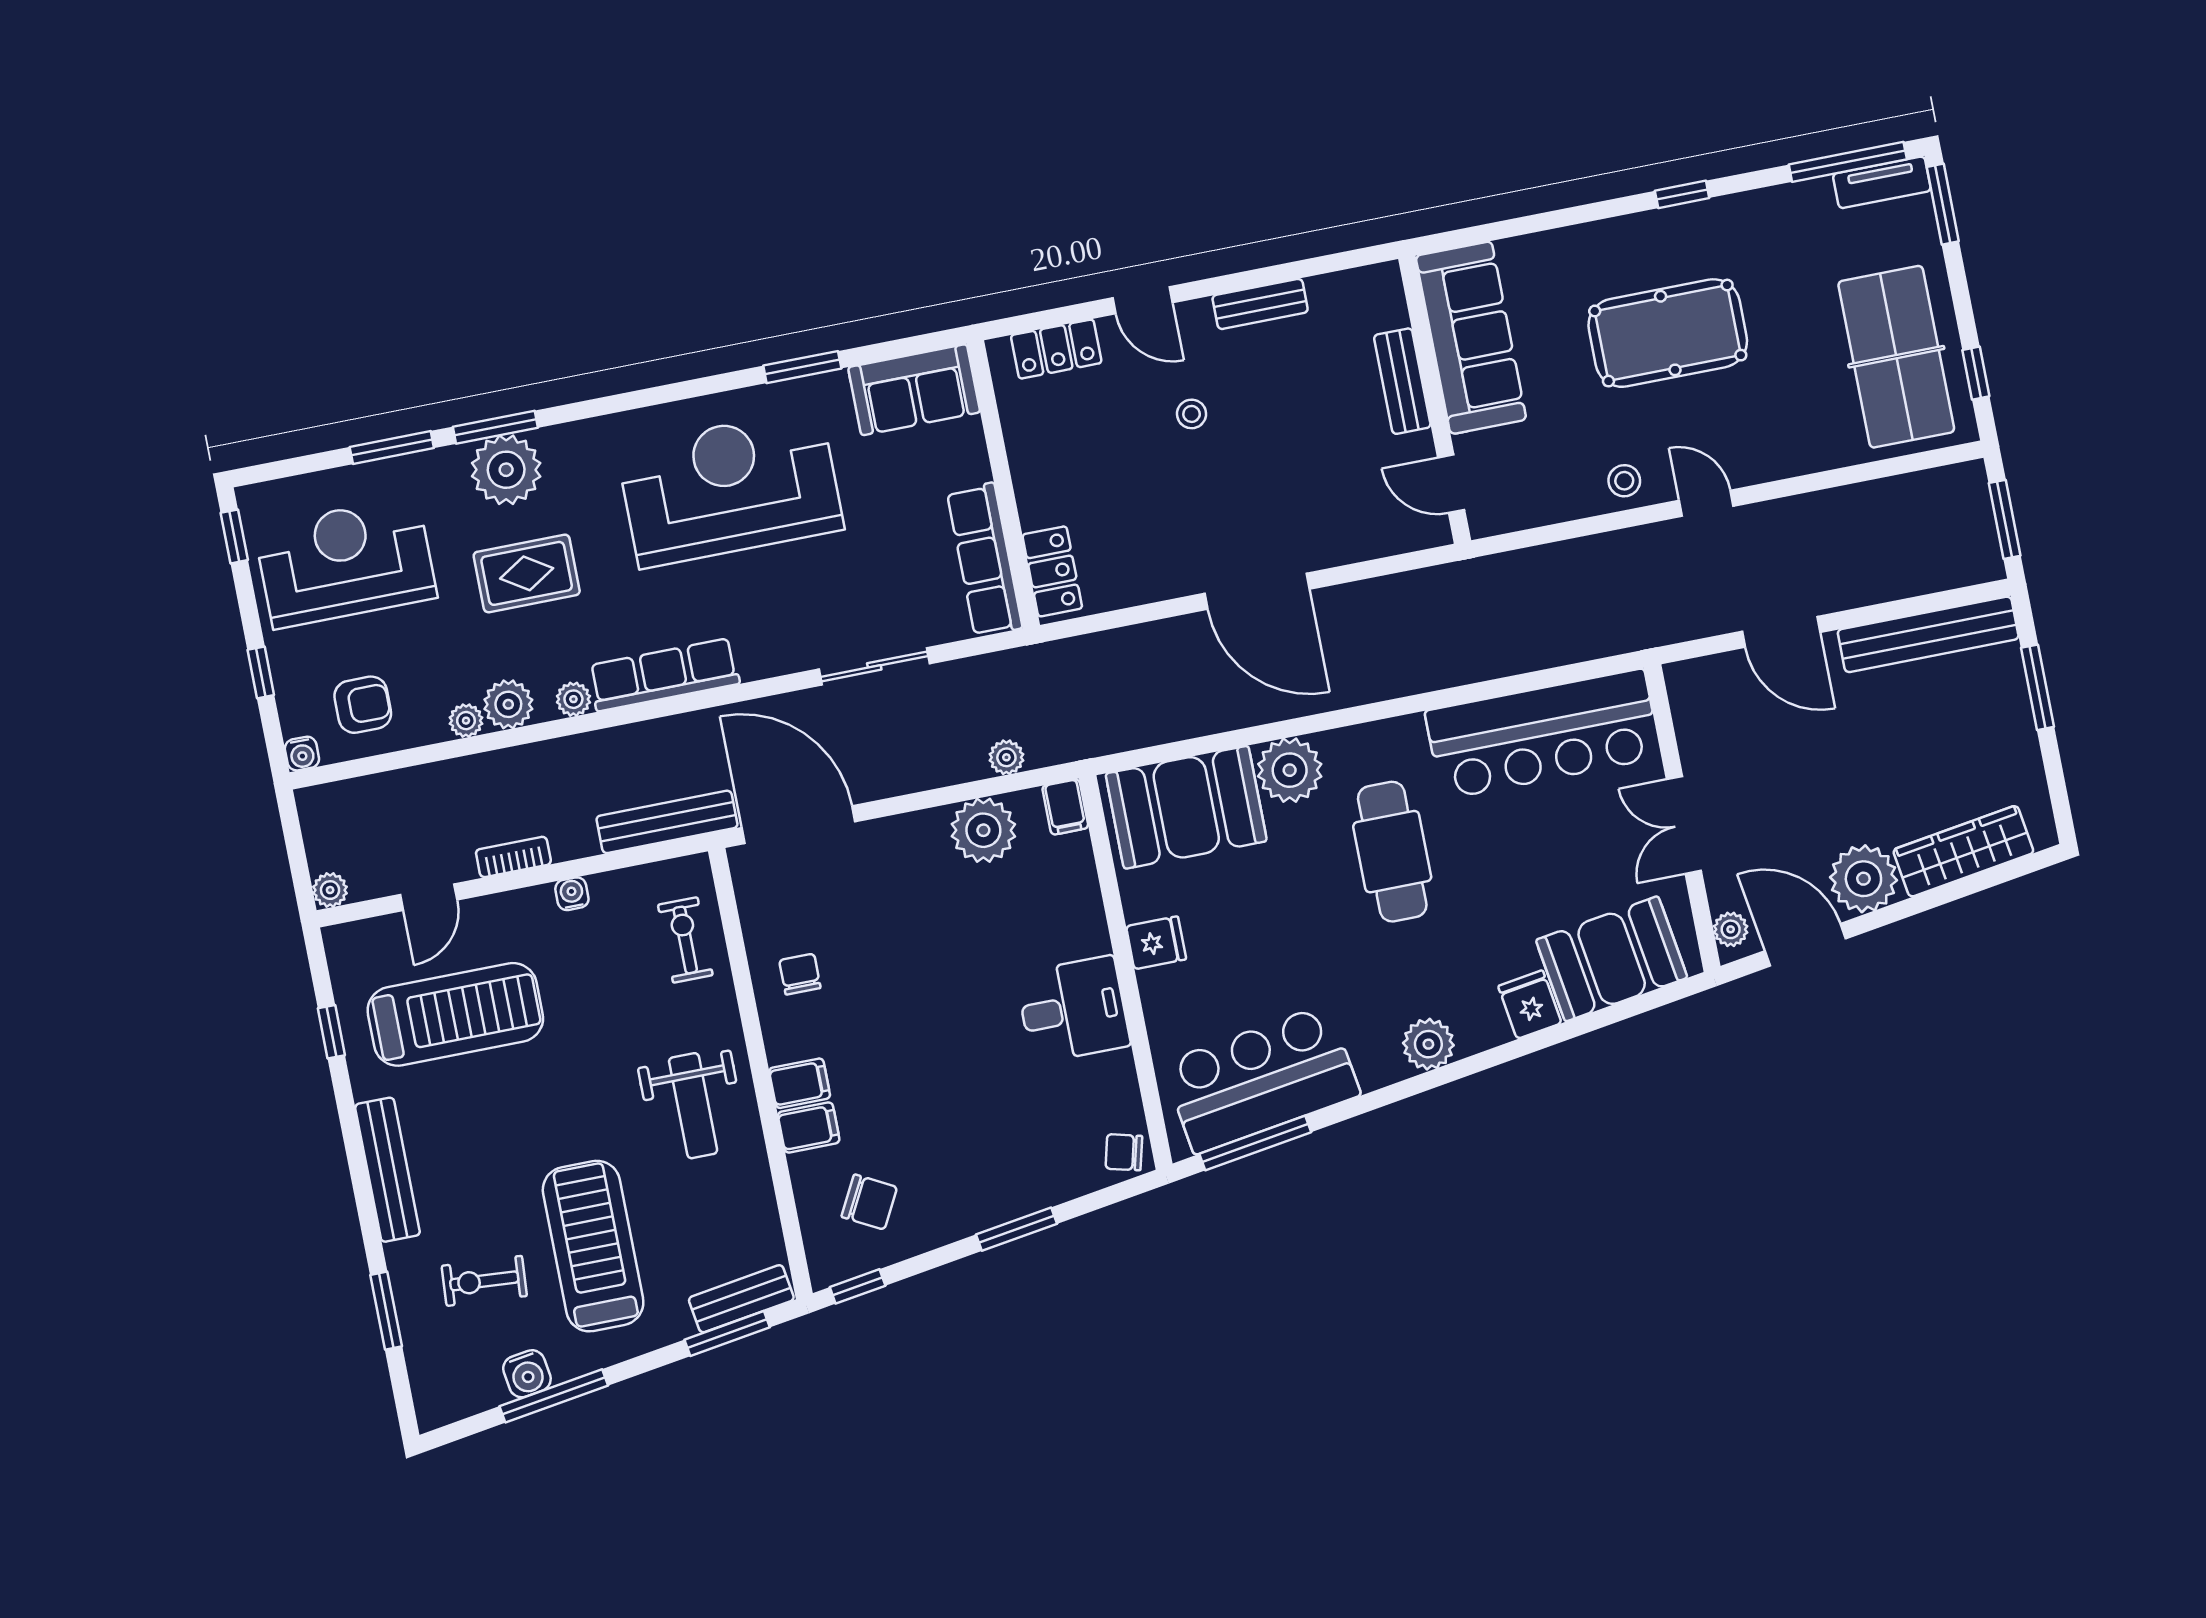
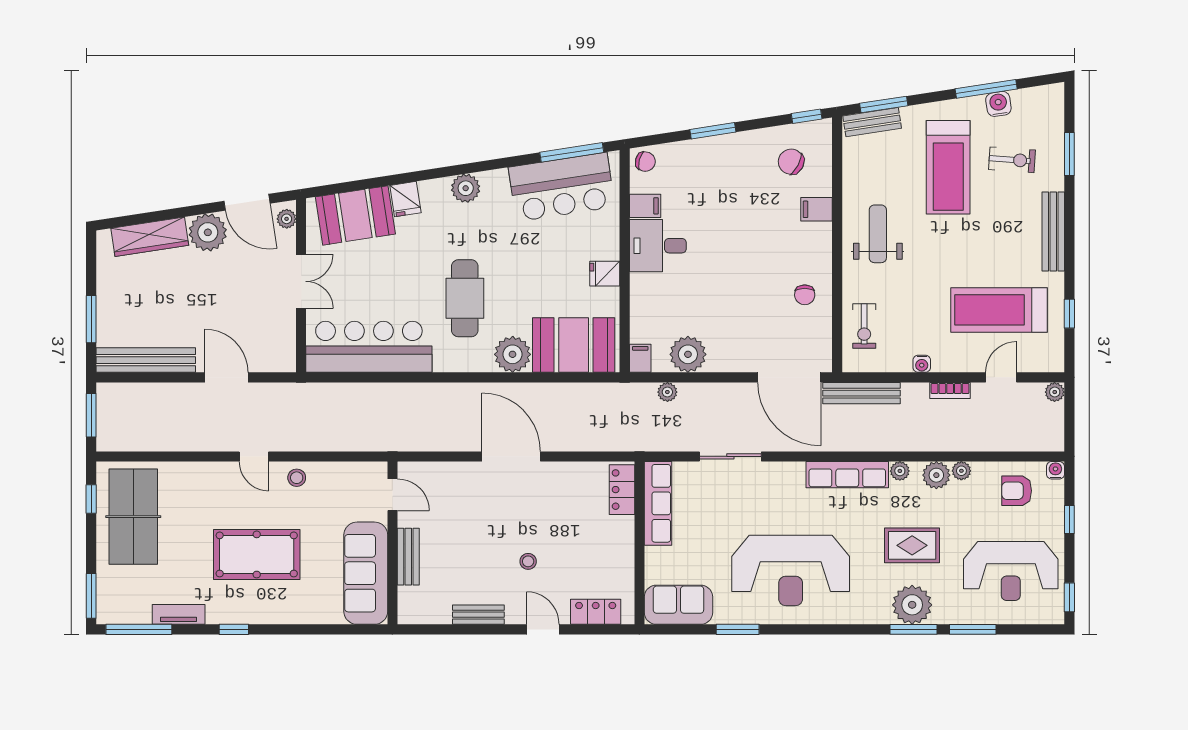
tv unit: (1882, 182) -> (179, 614), moved
filing cabinet: (800, 1083) -> (645, 206), moved, turned 180

